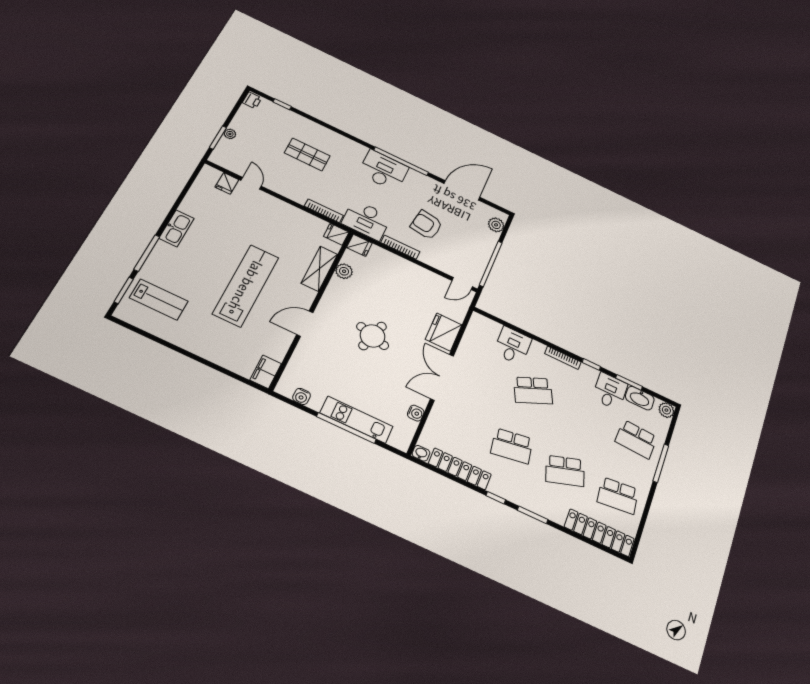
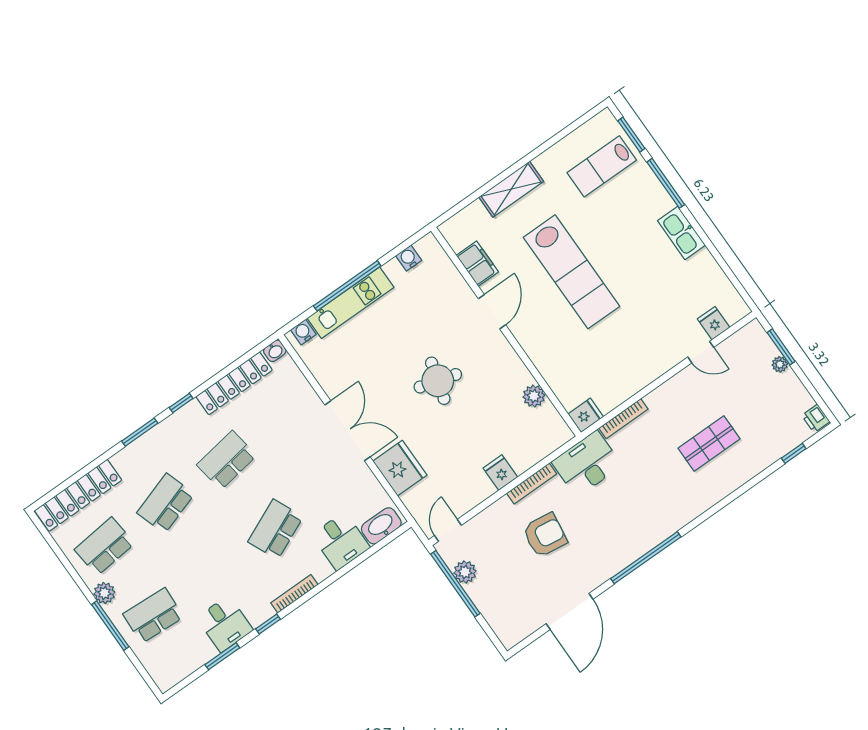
desk: (383, 170) -> (643, 527), removed
plant: (496, 225) -> (465, 572), moved
fridge: (359, 245) -> (500, 473), moved, turned 90
shelving: (319, 269) -> (511, 189), moved, turned 90
filing cabinet: (266, 372) -> (477, 264), moved
washbasin: (640, 398) -> (381, 526), moved
plant: (666, 410) -> (104, 593), moved
water cooler: (416, 413) -> (303, 332), moved, turned 90

